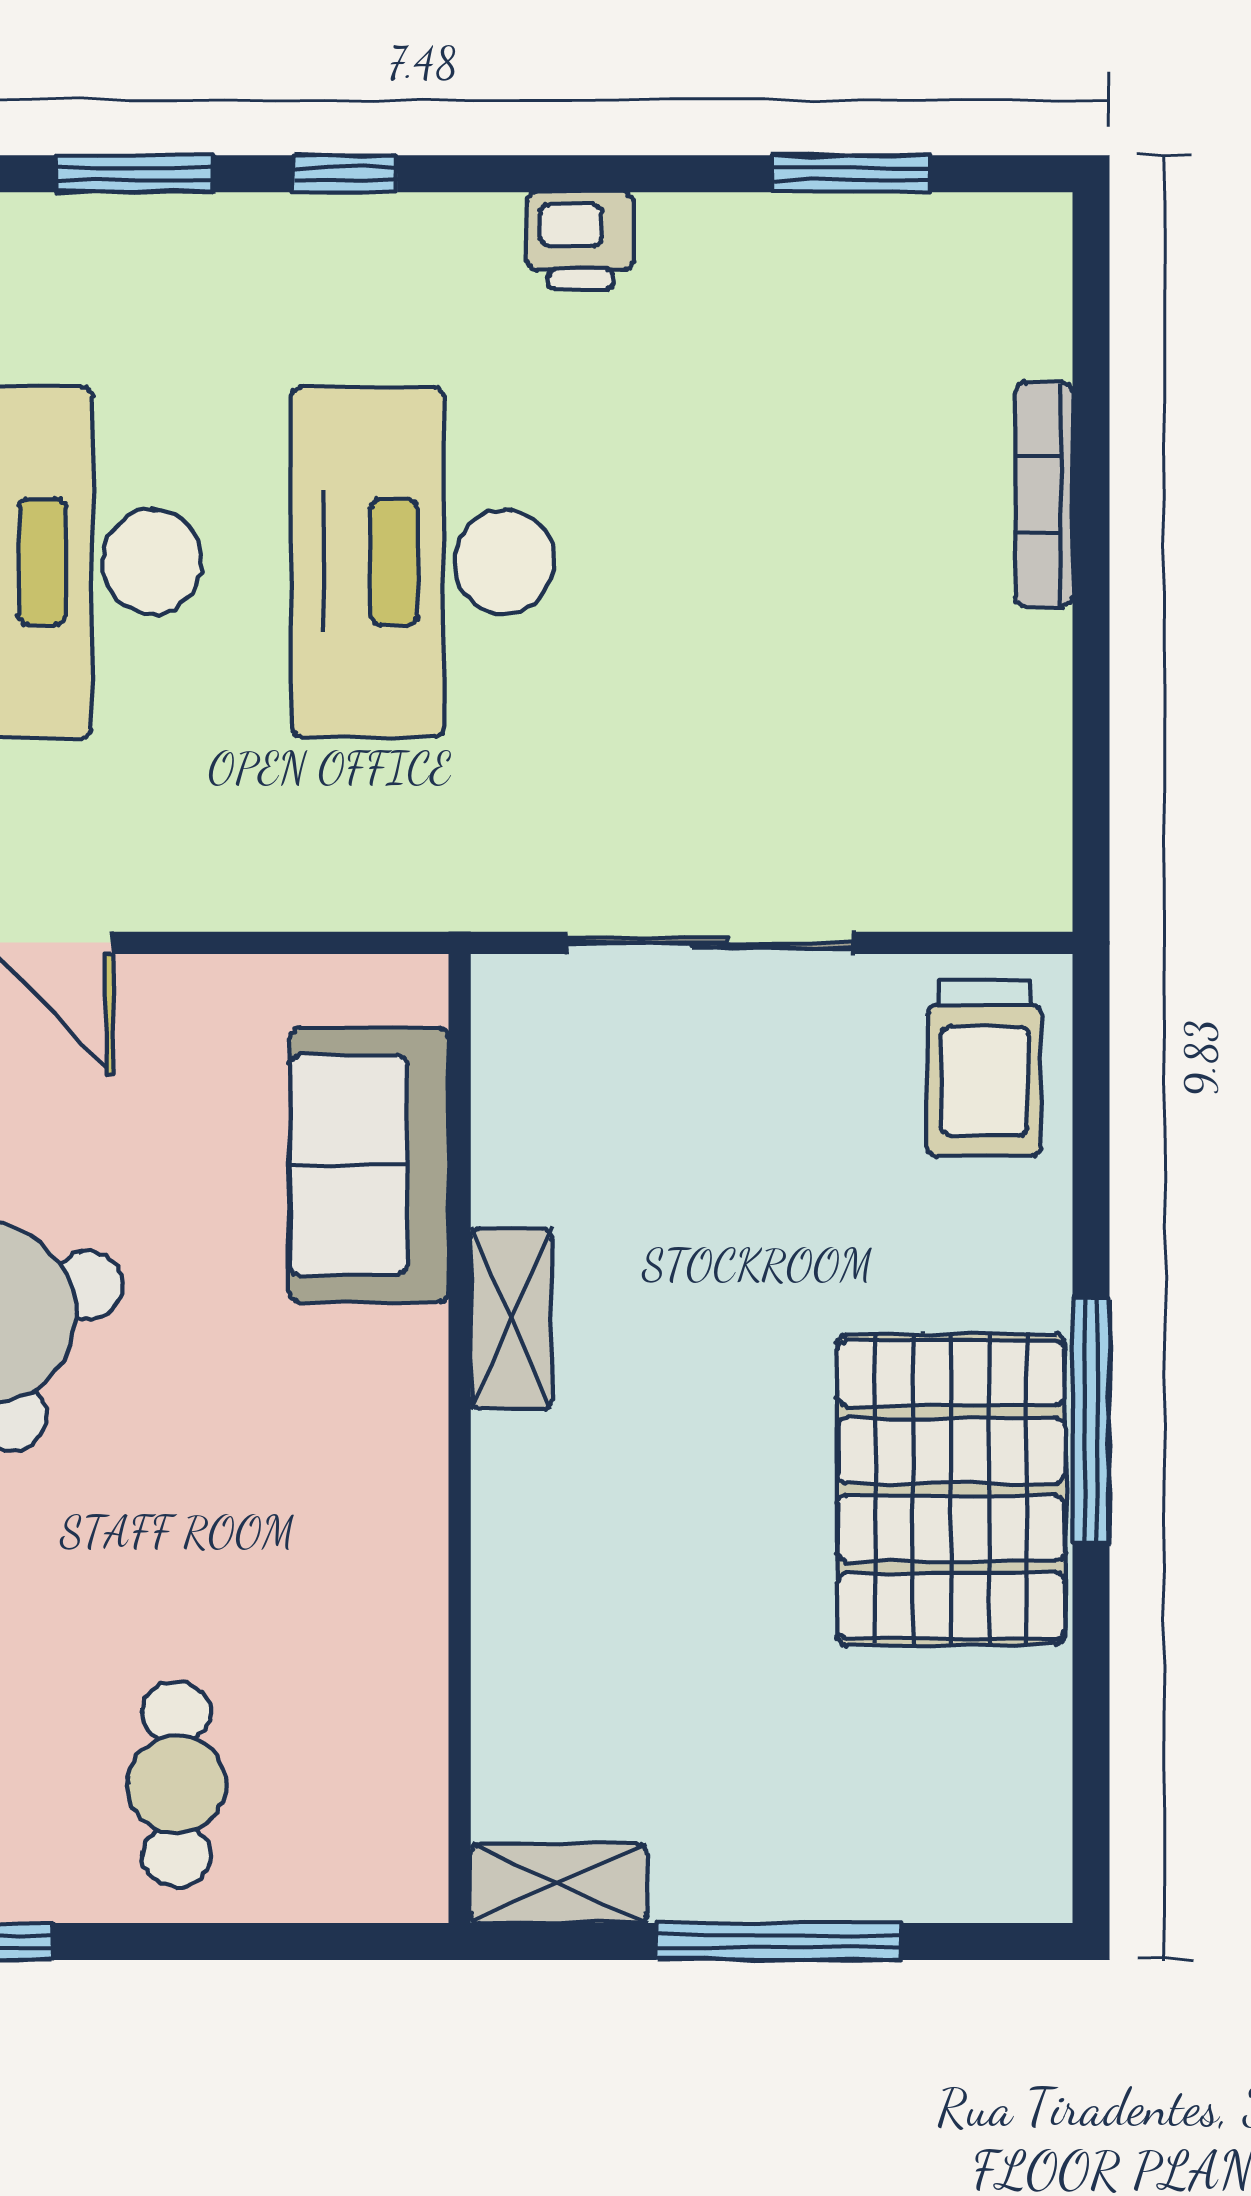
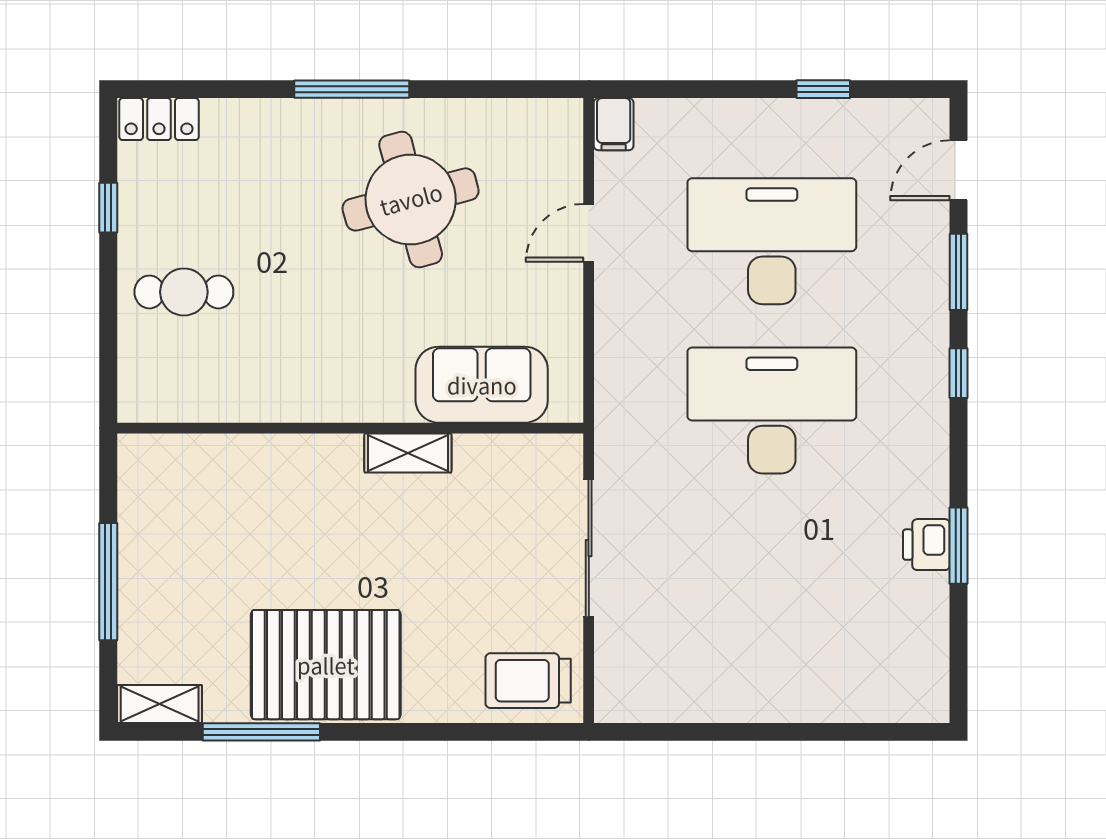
window: (852, 174) -> (959, 546), moved
printer: (580, 240) -> (926, 545), moved
bookcase: (1044, 494) -> (804, 709), removed
window: (1091, 1421) -> (261, 732), moved
shelving: (559, 1883) -> (160, 704), moved, turned 90

